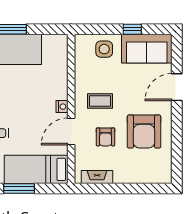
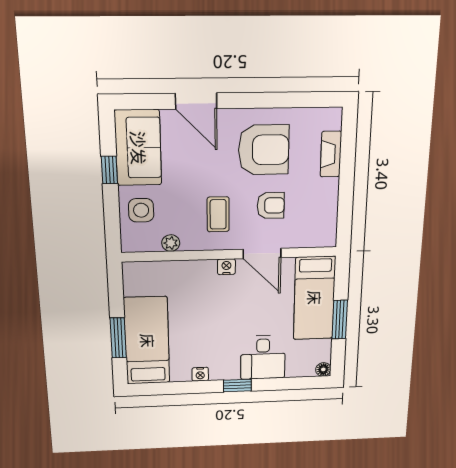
plant: (80, 68) -> (171, 243), added
fireplace: (97, 177) -> (331, 154), moved

